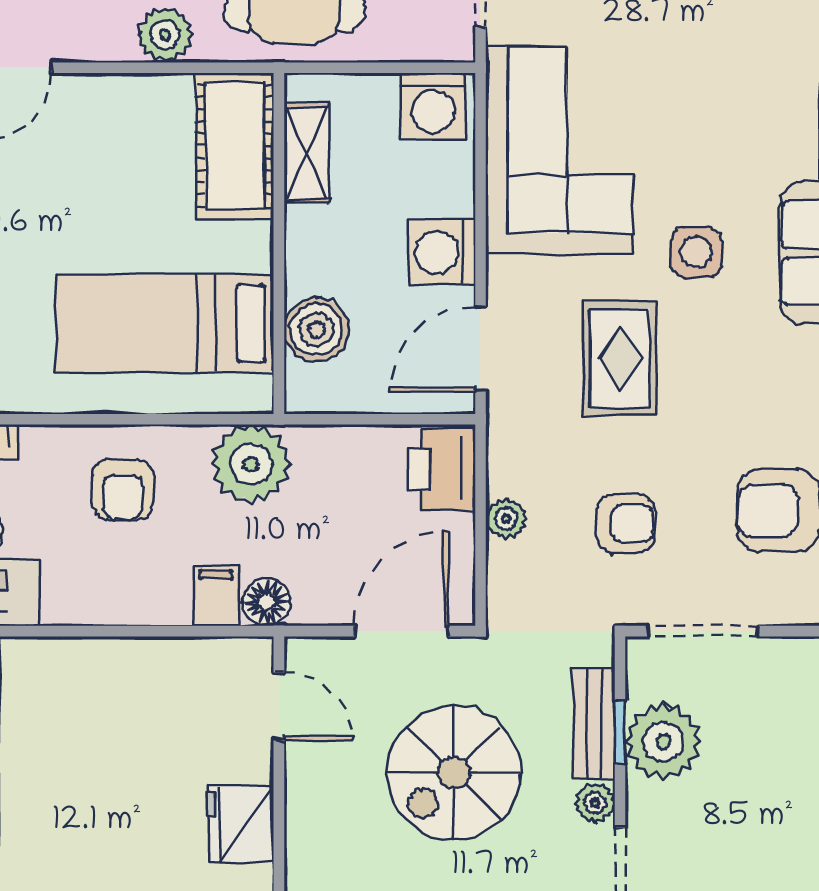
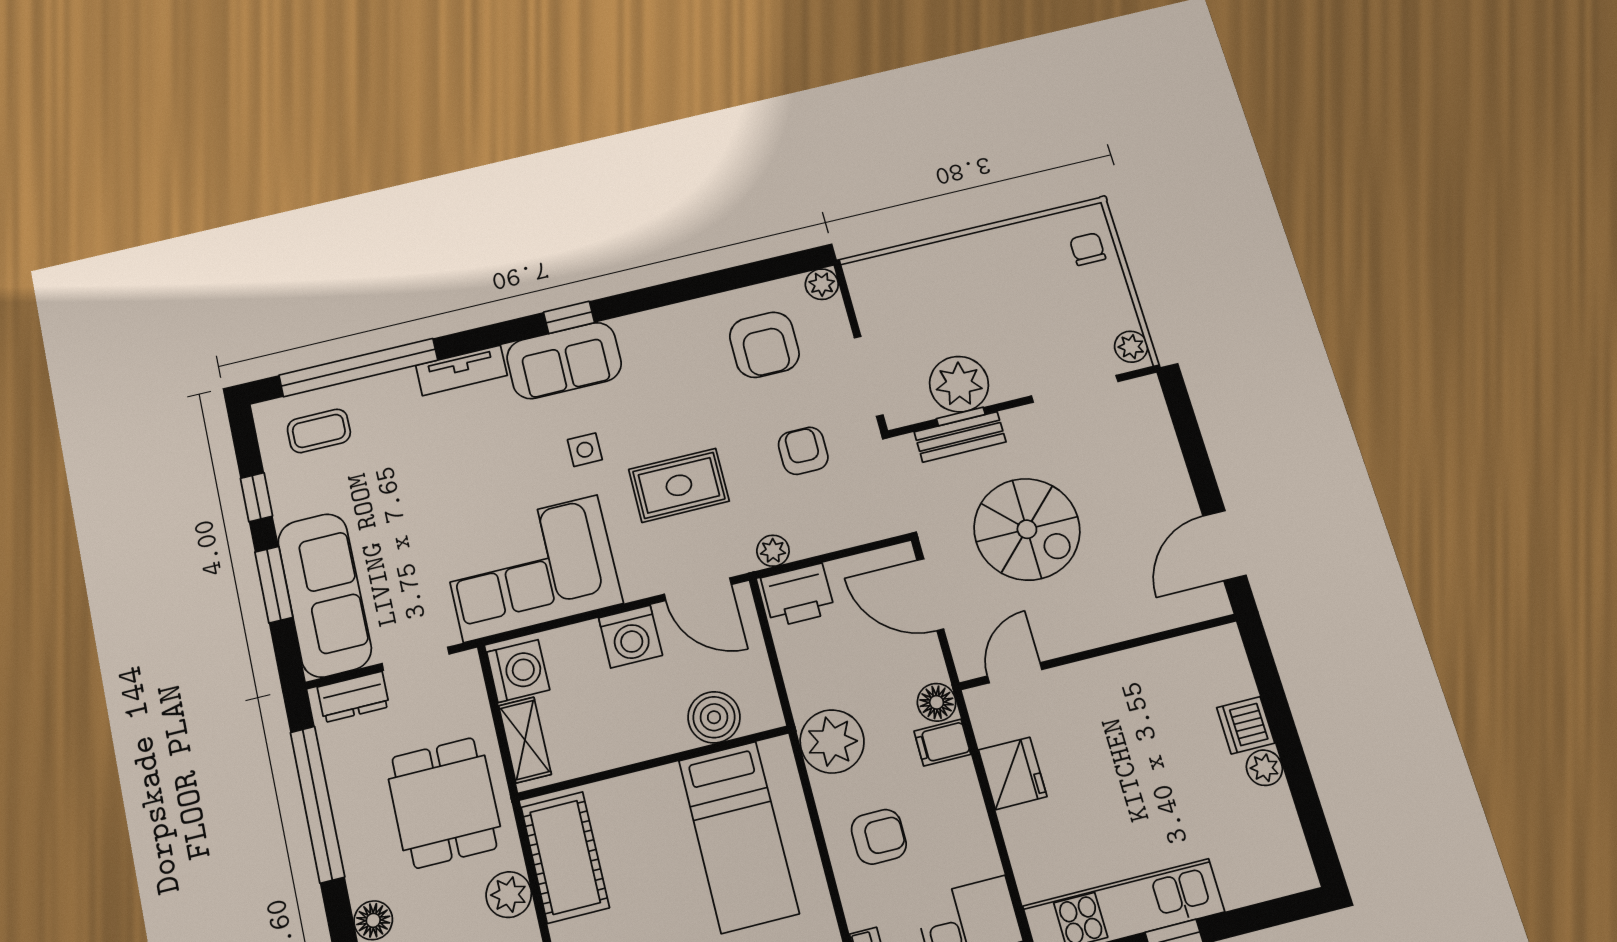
cot: (235, 146) -> (565, 857), moved, turned 90
shelving: (307, 153) -> (525, 740), moved, turned 90
side table: (696, 252) -> (585, 450), width x0.73, depth x0.73
plant: (506, 519) -> (773, 551), moved
plant: (595, 803) -> (1019, 421), removed
fridge: (241, 824) -> (1013, 773), moved, turned -90

